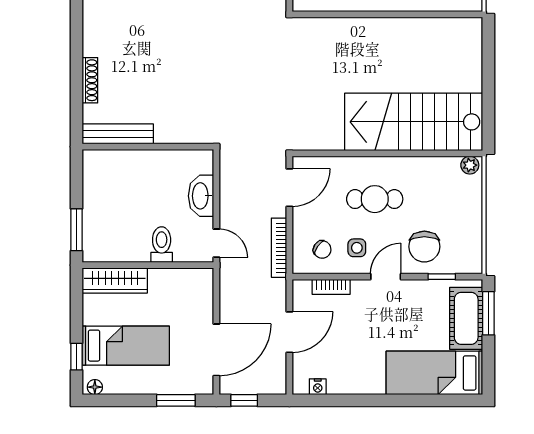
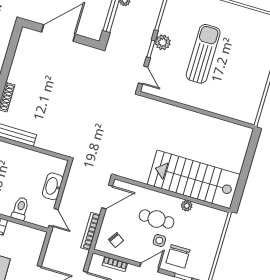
plant: (470, 165) -> (187, 206), moved
side table: (357, 248) -> (159, 240), moved

